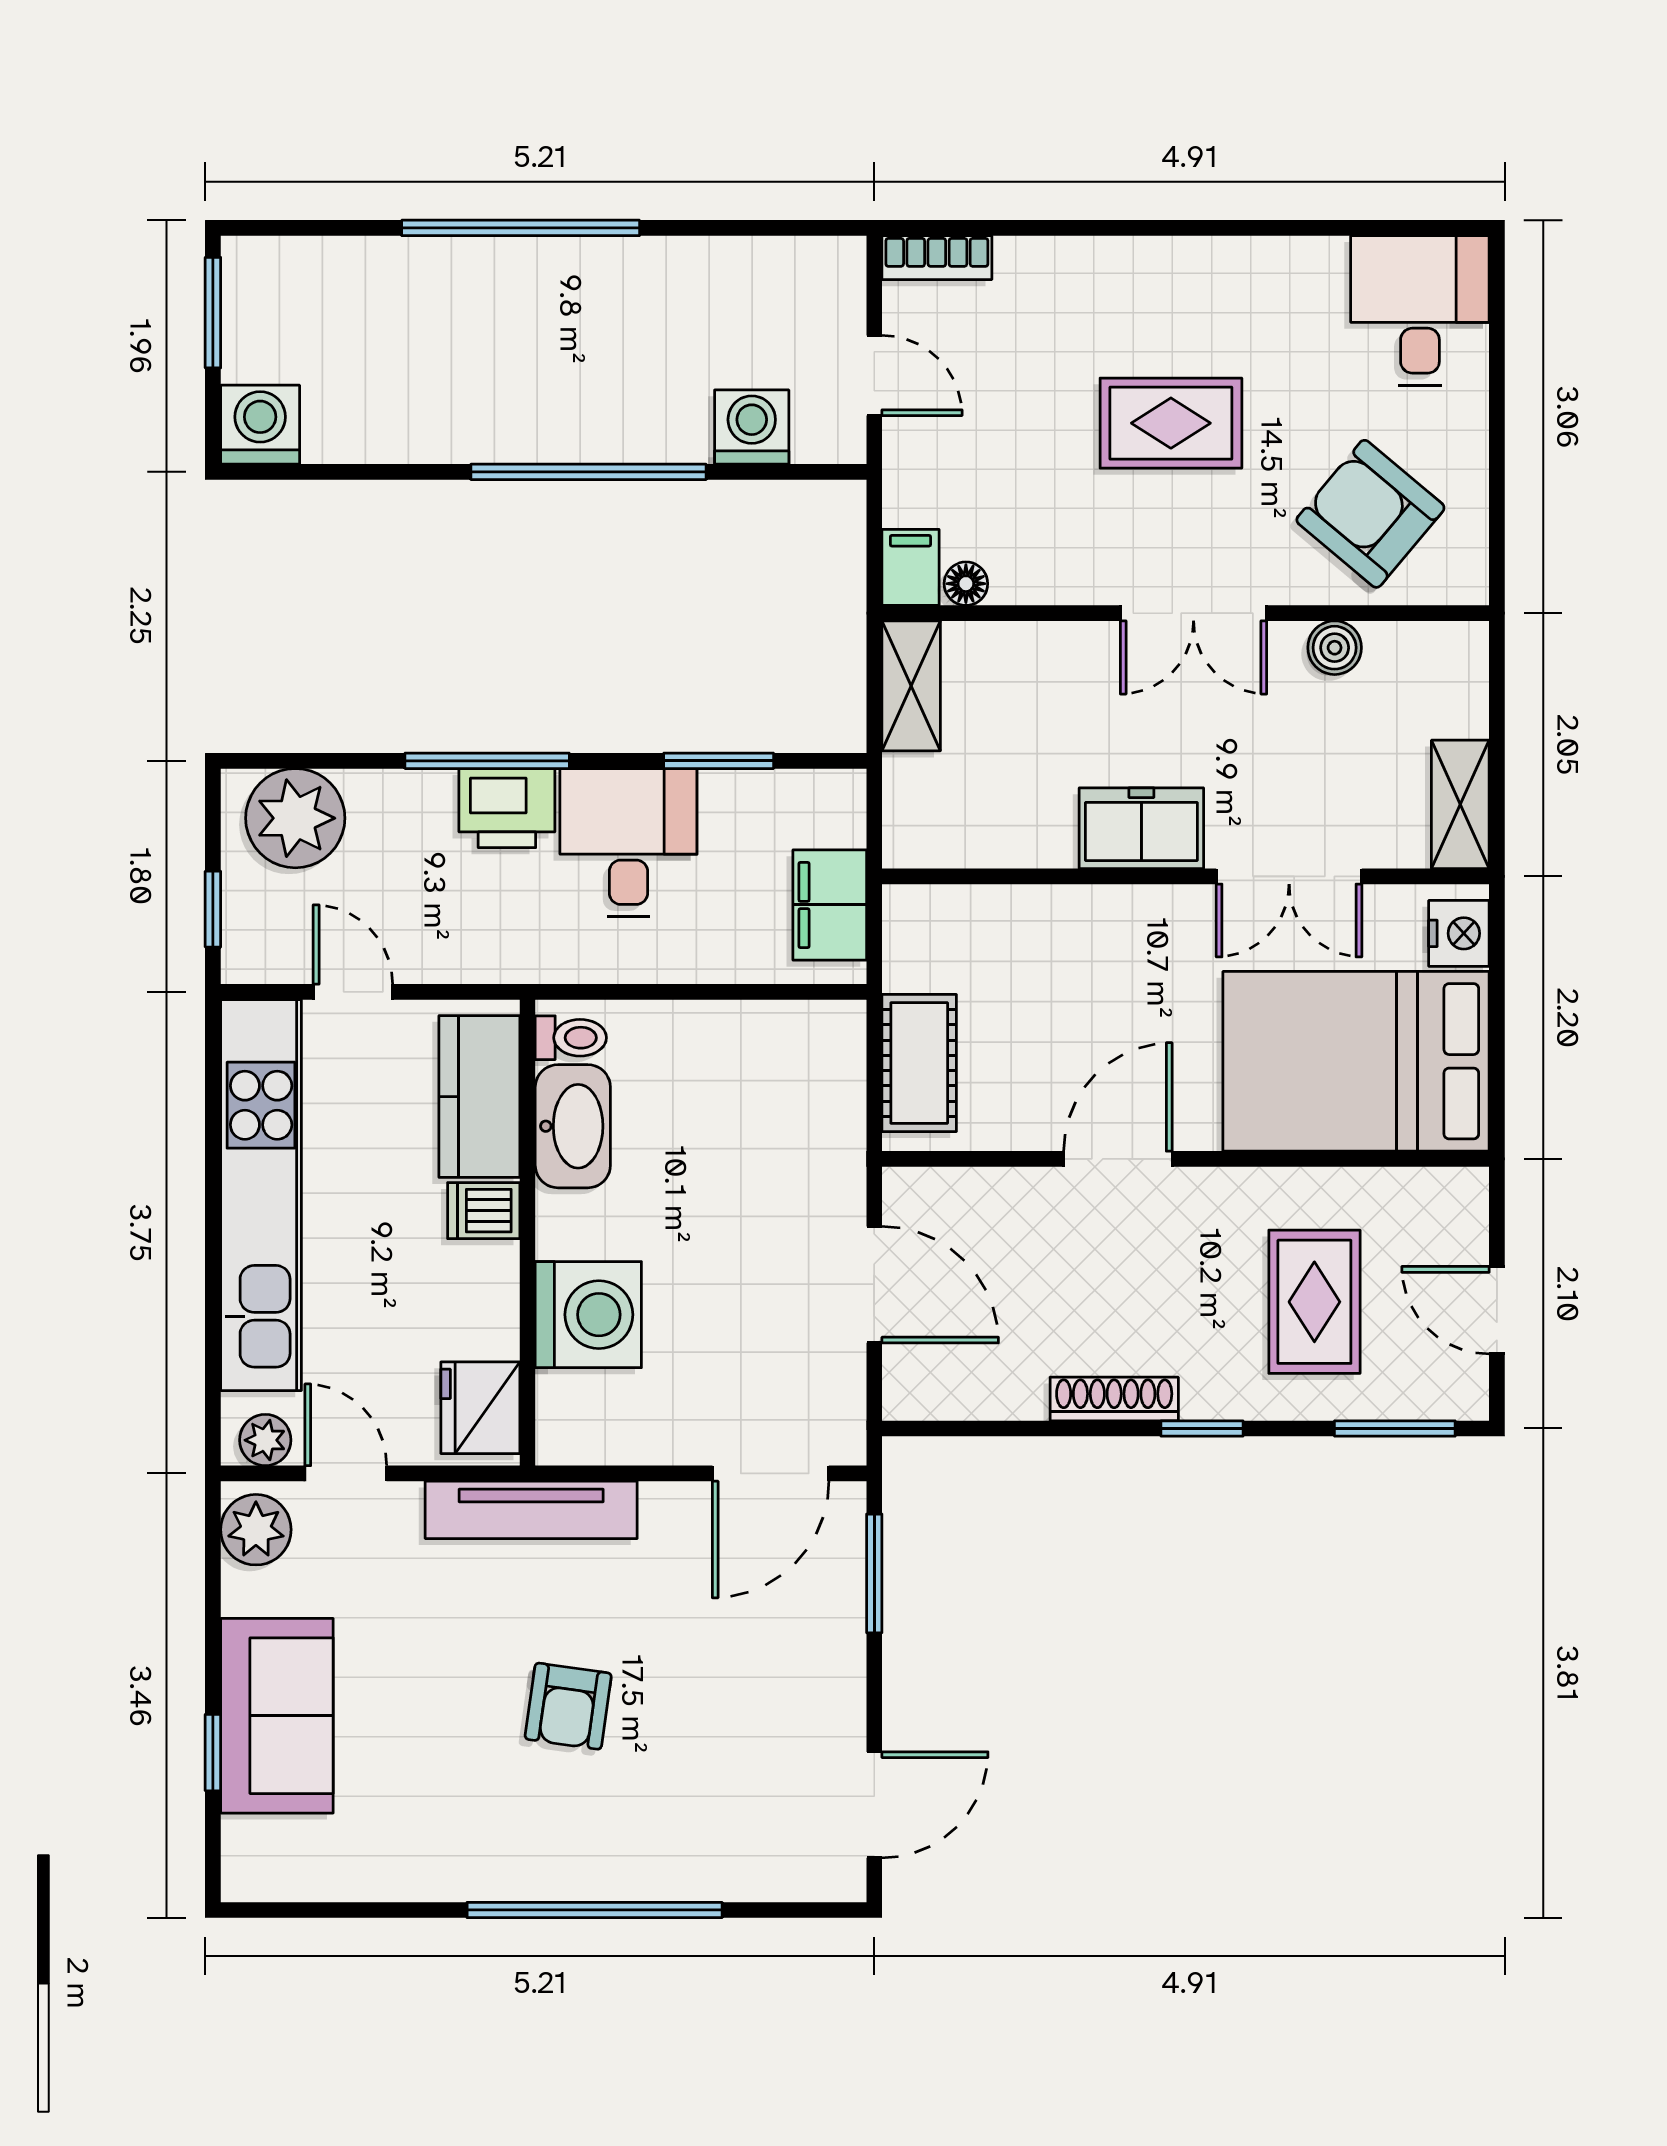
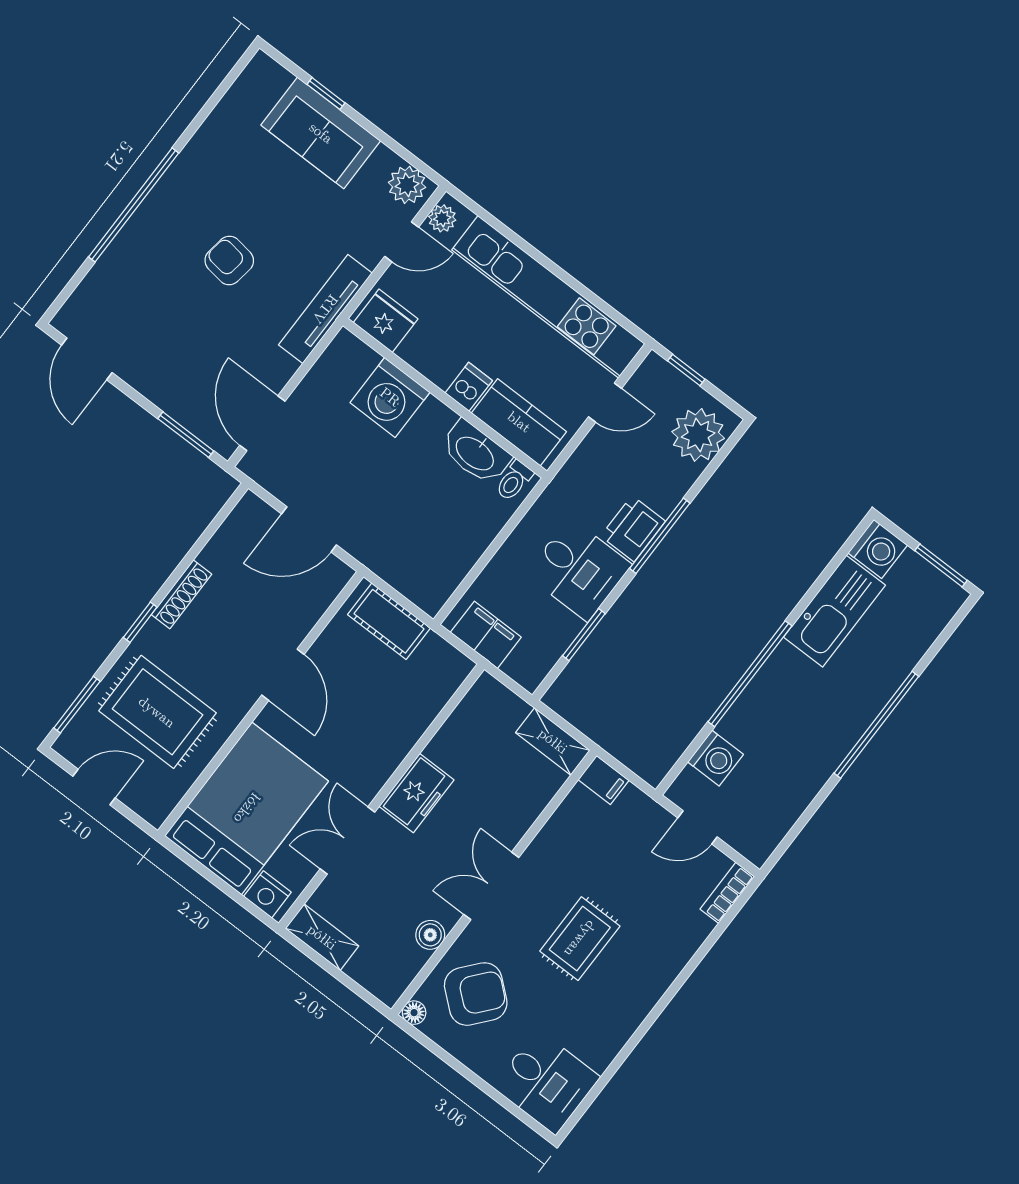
kitchen sink: (401, 418) -> (834, 611), added
floor lamp: (966, 584) -> (414, 1013), moved
rug: (1314, 1302) -> (157, 712), width x1.36, depth x1.43

